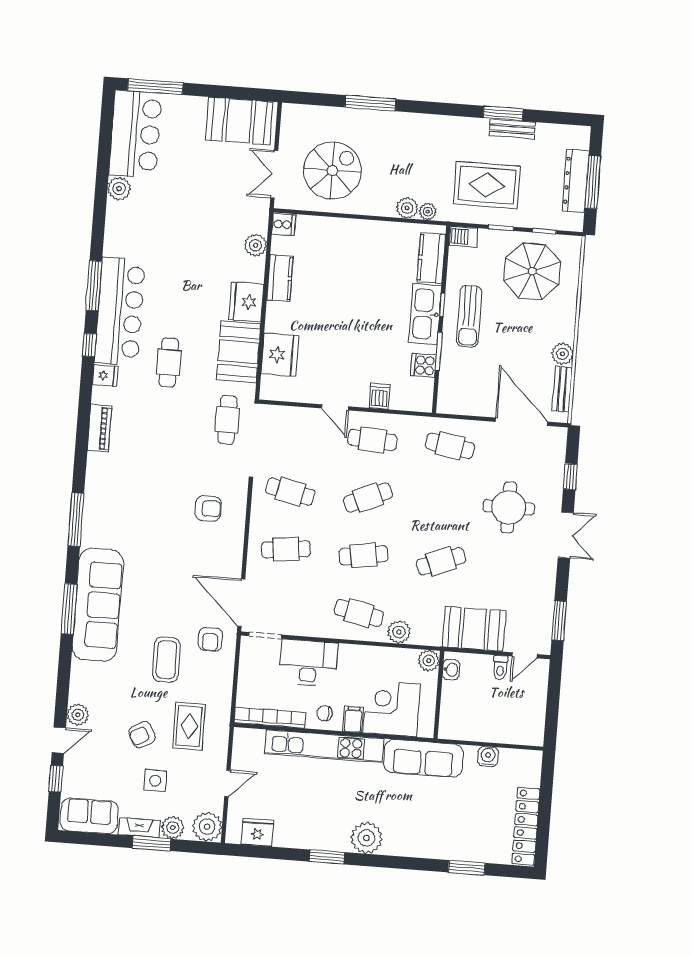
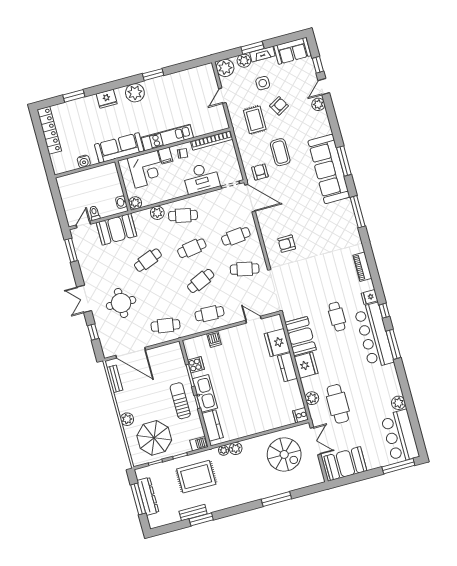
spiral stairs: (332, 170) -> (284, 454), turned -90
kitchen counter: (280, 278) -> (287, 367), moved
plant: (562, 354) -> (127, 419), moved
door: (335, 407) -> (254, 320), moved
cafe table: (227, 420) -> (338, 404), moved, width x1.37, depth x1.35
kitchen unit: (324, 746) -> (167, 138), width x0.73
fridge: (257, 832) -> (107, 99), moved

